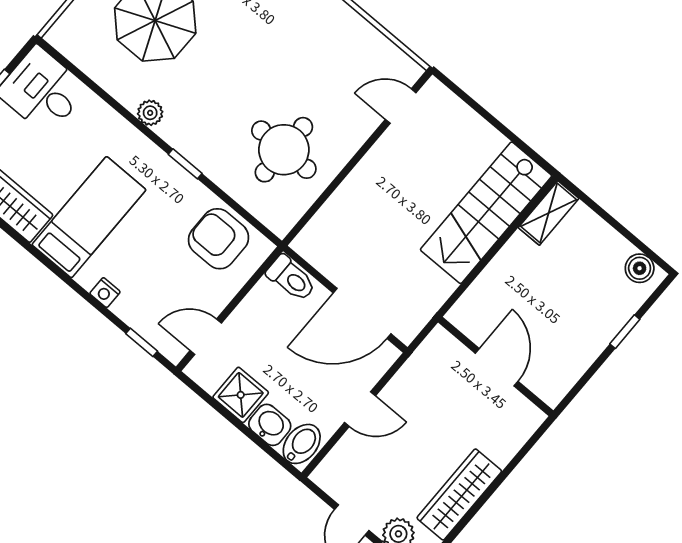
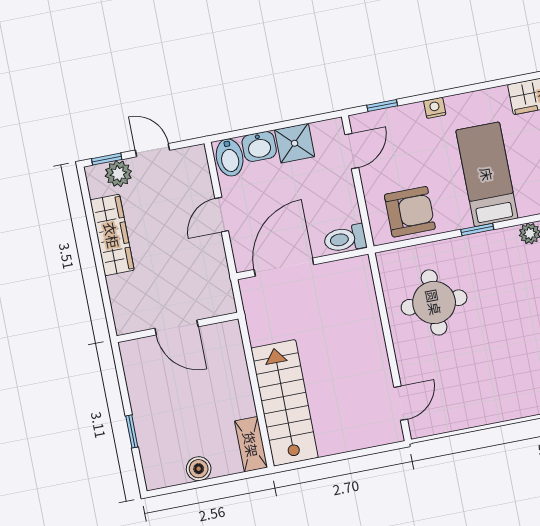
bed: (89, 217) -> (487, 174), moved, turned 180
boiler: (640, 268) -> (199, 469), moved

